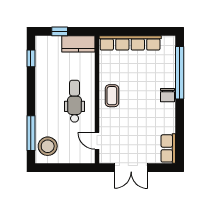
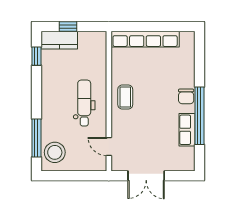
kitchen counter: (78, 44) -> (59, 40), moved
window: (180, 73) -> (199, 116), moved
row of seats: (168, 148) -> (187, 130), moved

